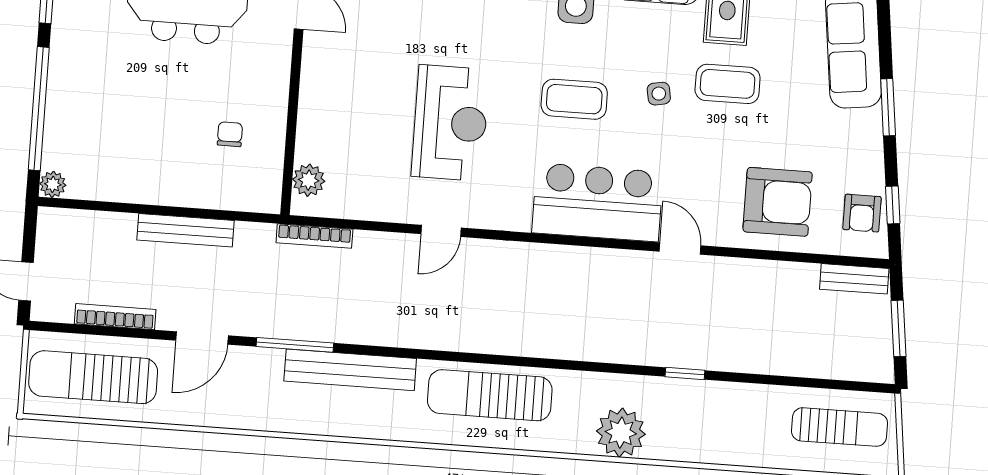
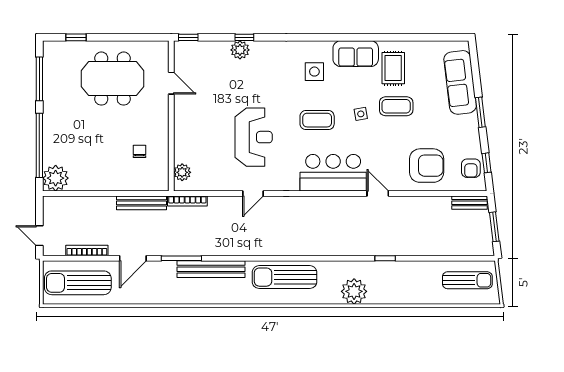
plant: (53, 184) -> (56, 178), width x1.87, depth x1.87
bench: (186, 230) -> (141, 203), moved

